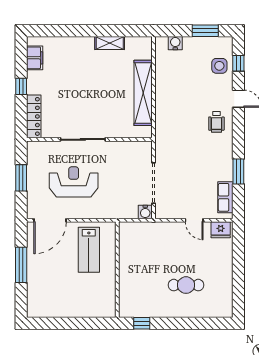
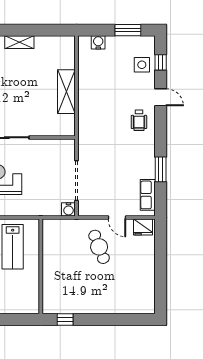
shelving: (110, 43) -> (19, 42), moved
shelving: (143, 93) -> (66, 92), width x0.68
cafe table: (186, 285) -> (99, 247), moved, turned 69

